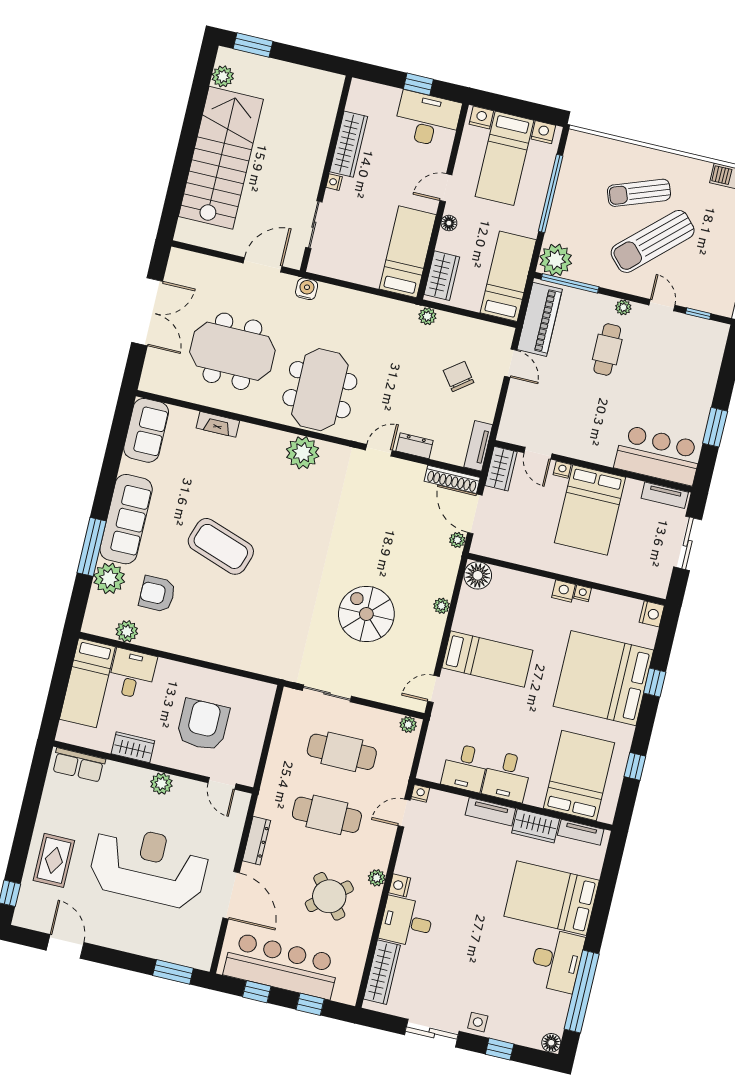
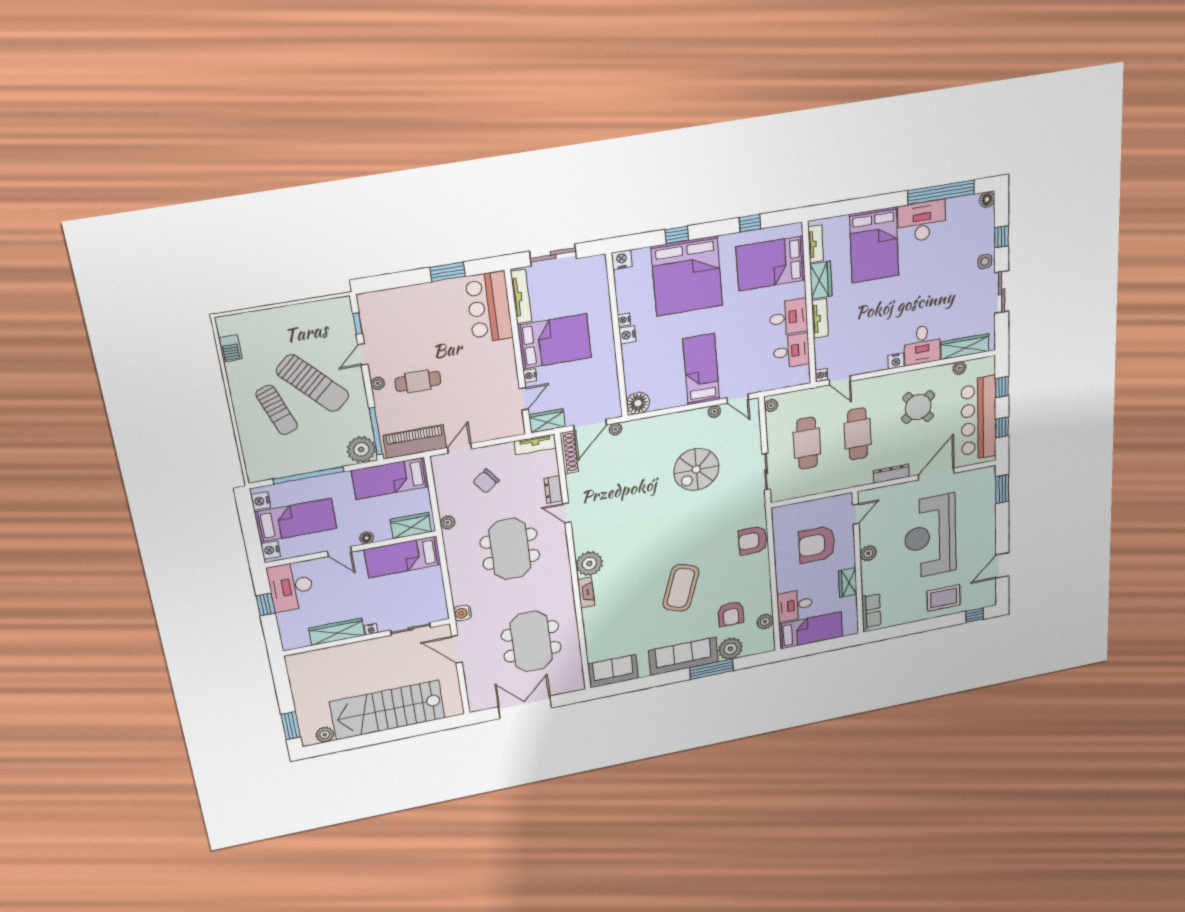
meeting table: (320, 390) -> (510, 549), moved, turned 90
fireplace: (218, 424) -> (586, 593), moved
tv unit: (665, 495) -> (521, 296), width x1.41
plant: (442, 606) -> (714, 412), moved
armchair: (244, 650) -> (753, 541), added
plant: (377, 878) -> (959, 368), moved

